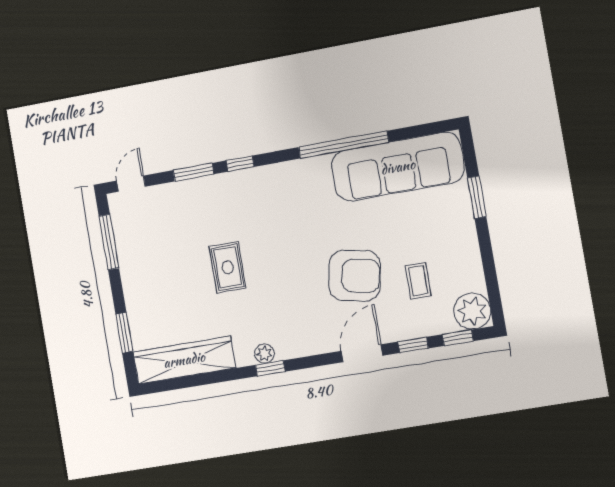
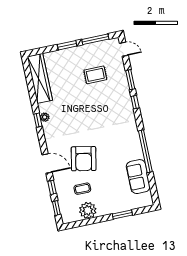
sofa: (398, 167) -> (138, 177), width x0.54, depth x0.79
rug: (228, 267) -> (95, 75), moved
plant: (472, 311) -> (88, 210), moved
window: (124, 333) -> (67, 45), moved

